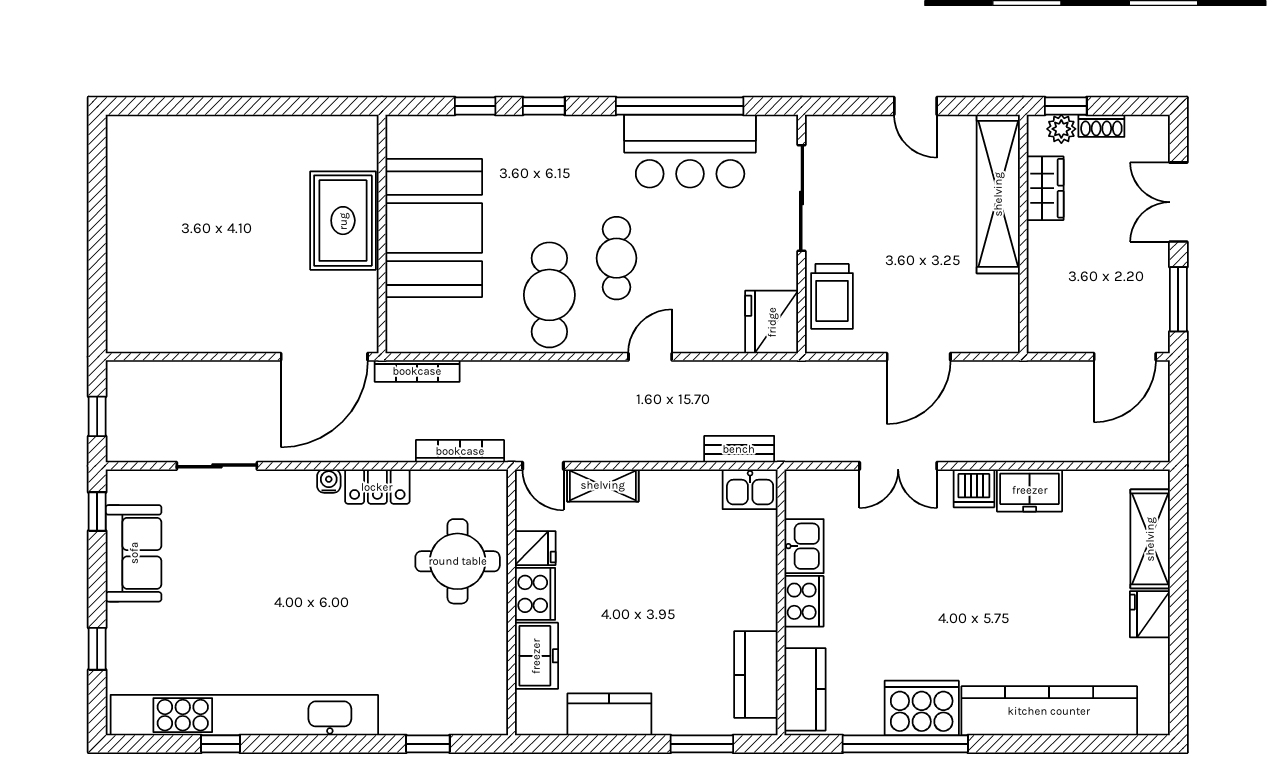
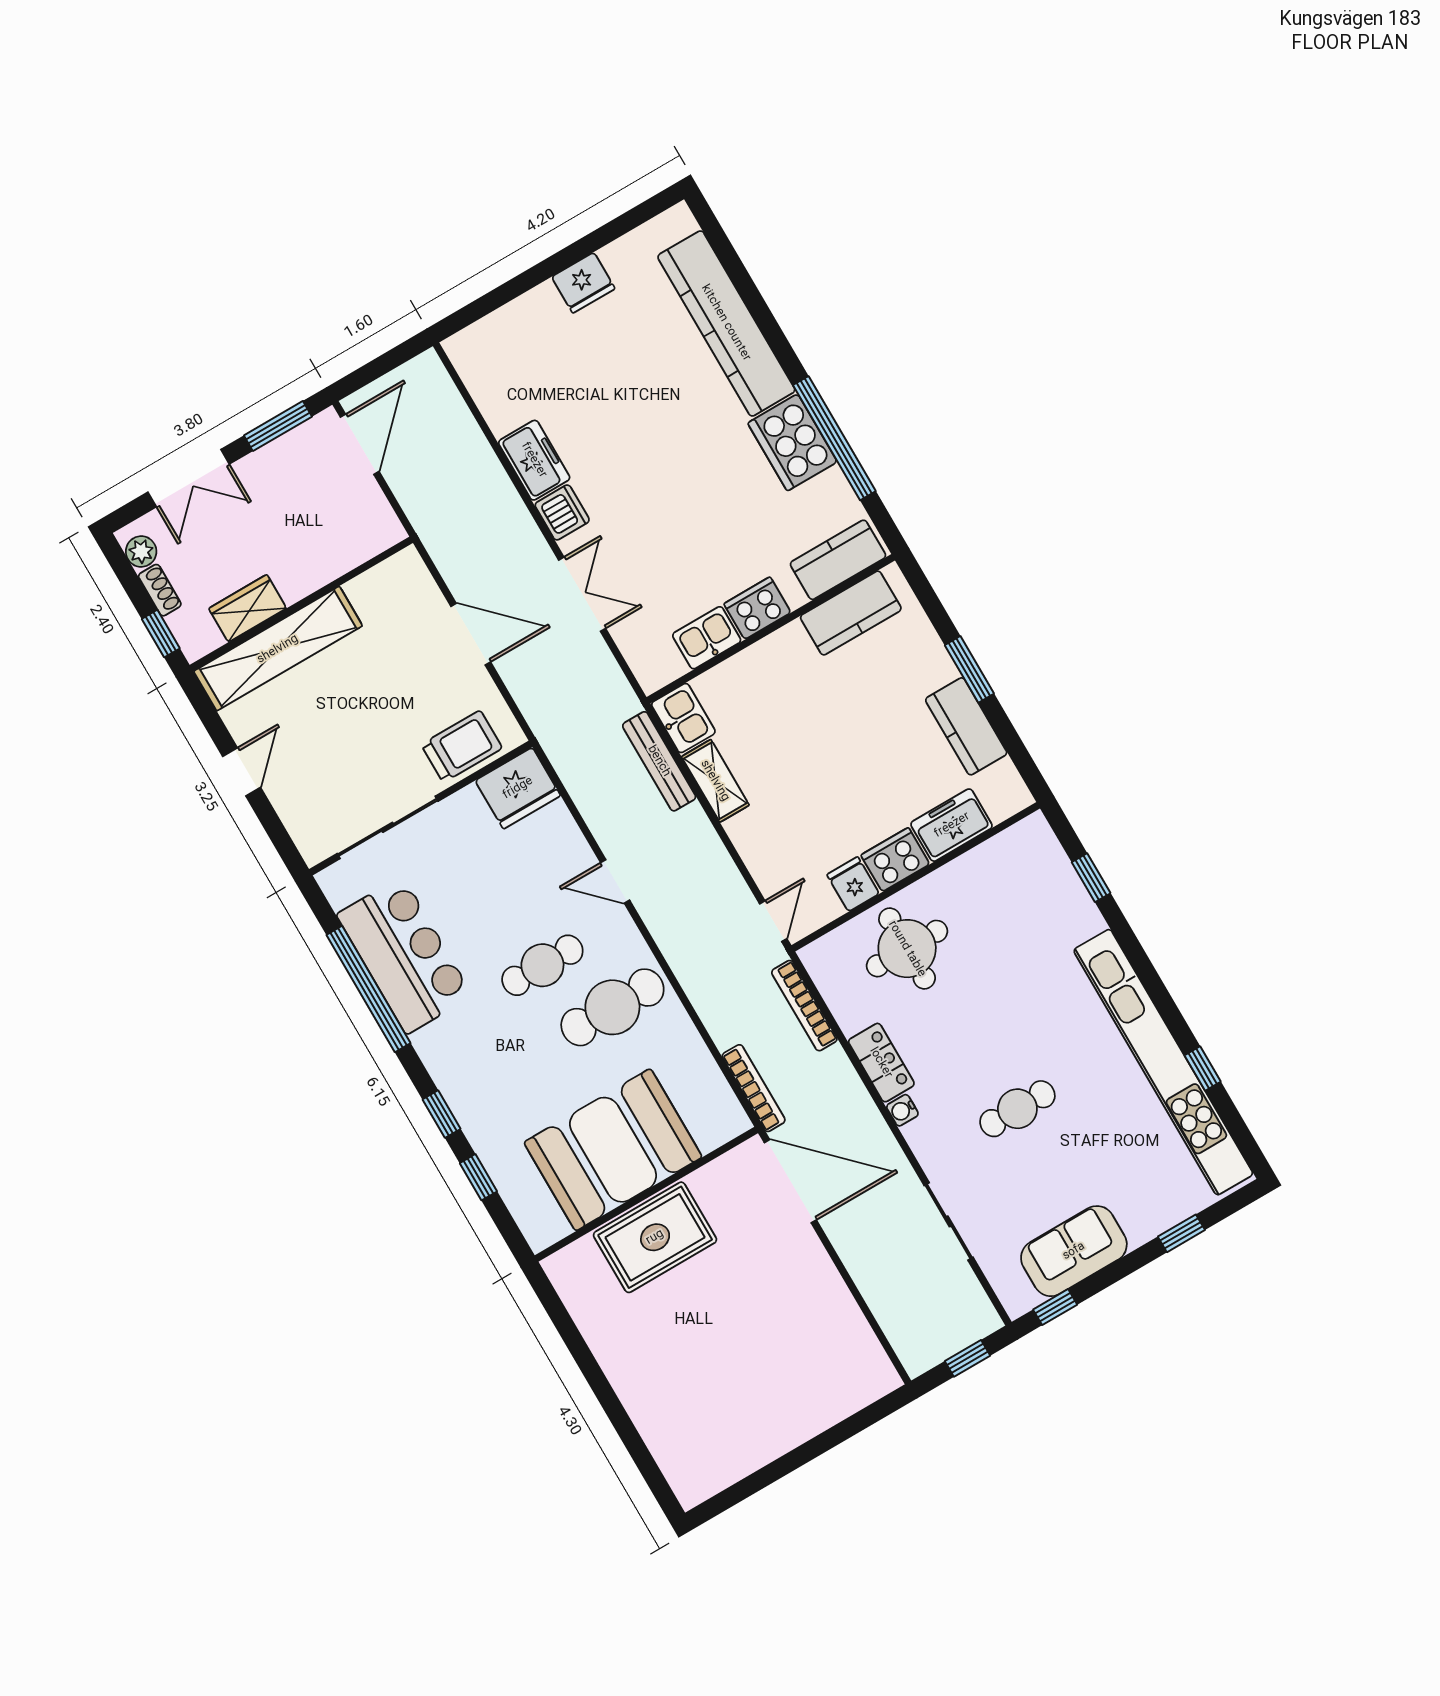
plant: (1061, 129) -> (141, 552), moved
door: (1125, 357) -> (360, 444), hinge flipped
bench: (739, 449) -> (659, 761), width x1.36
shelving: (603, 485) -> (715, 781), moved
shelving: (1150, 539) -> (514, 323), removed
cafe table: (276, 575) -> (1017, 1109), added
window: (702, 744) -> (969, 669), moved

